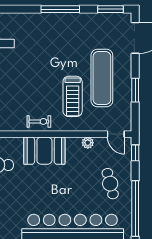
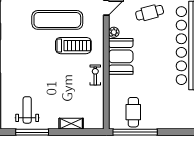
booth: (44, 151) -> (121, 56), moved

